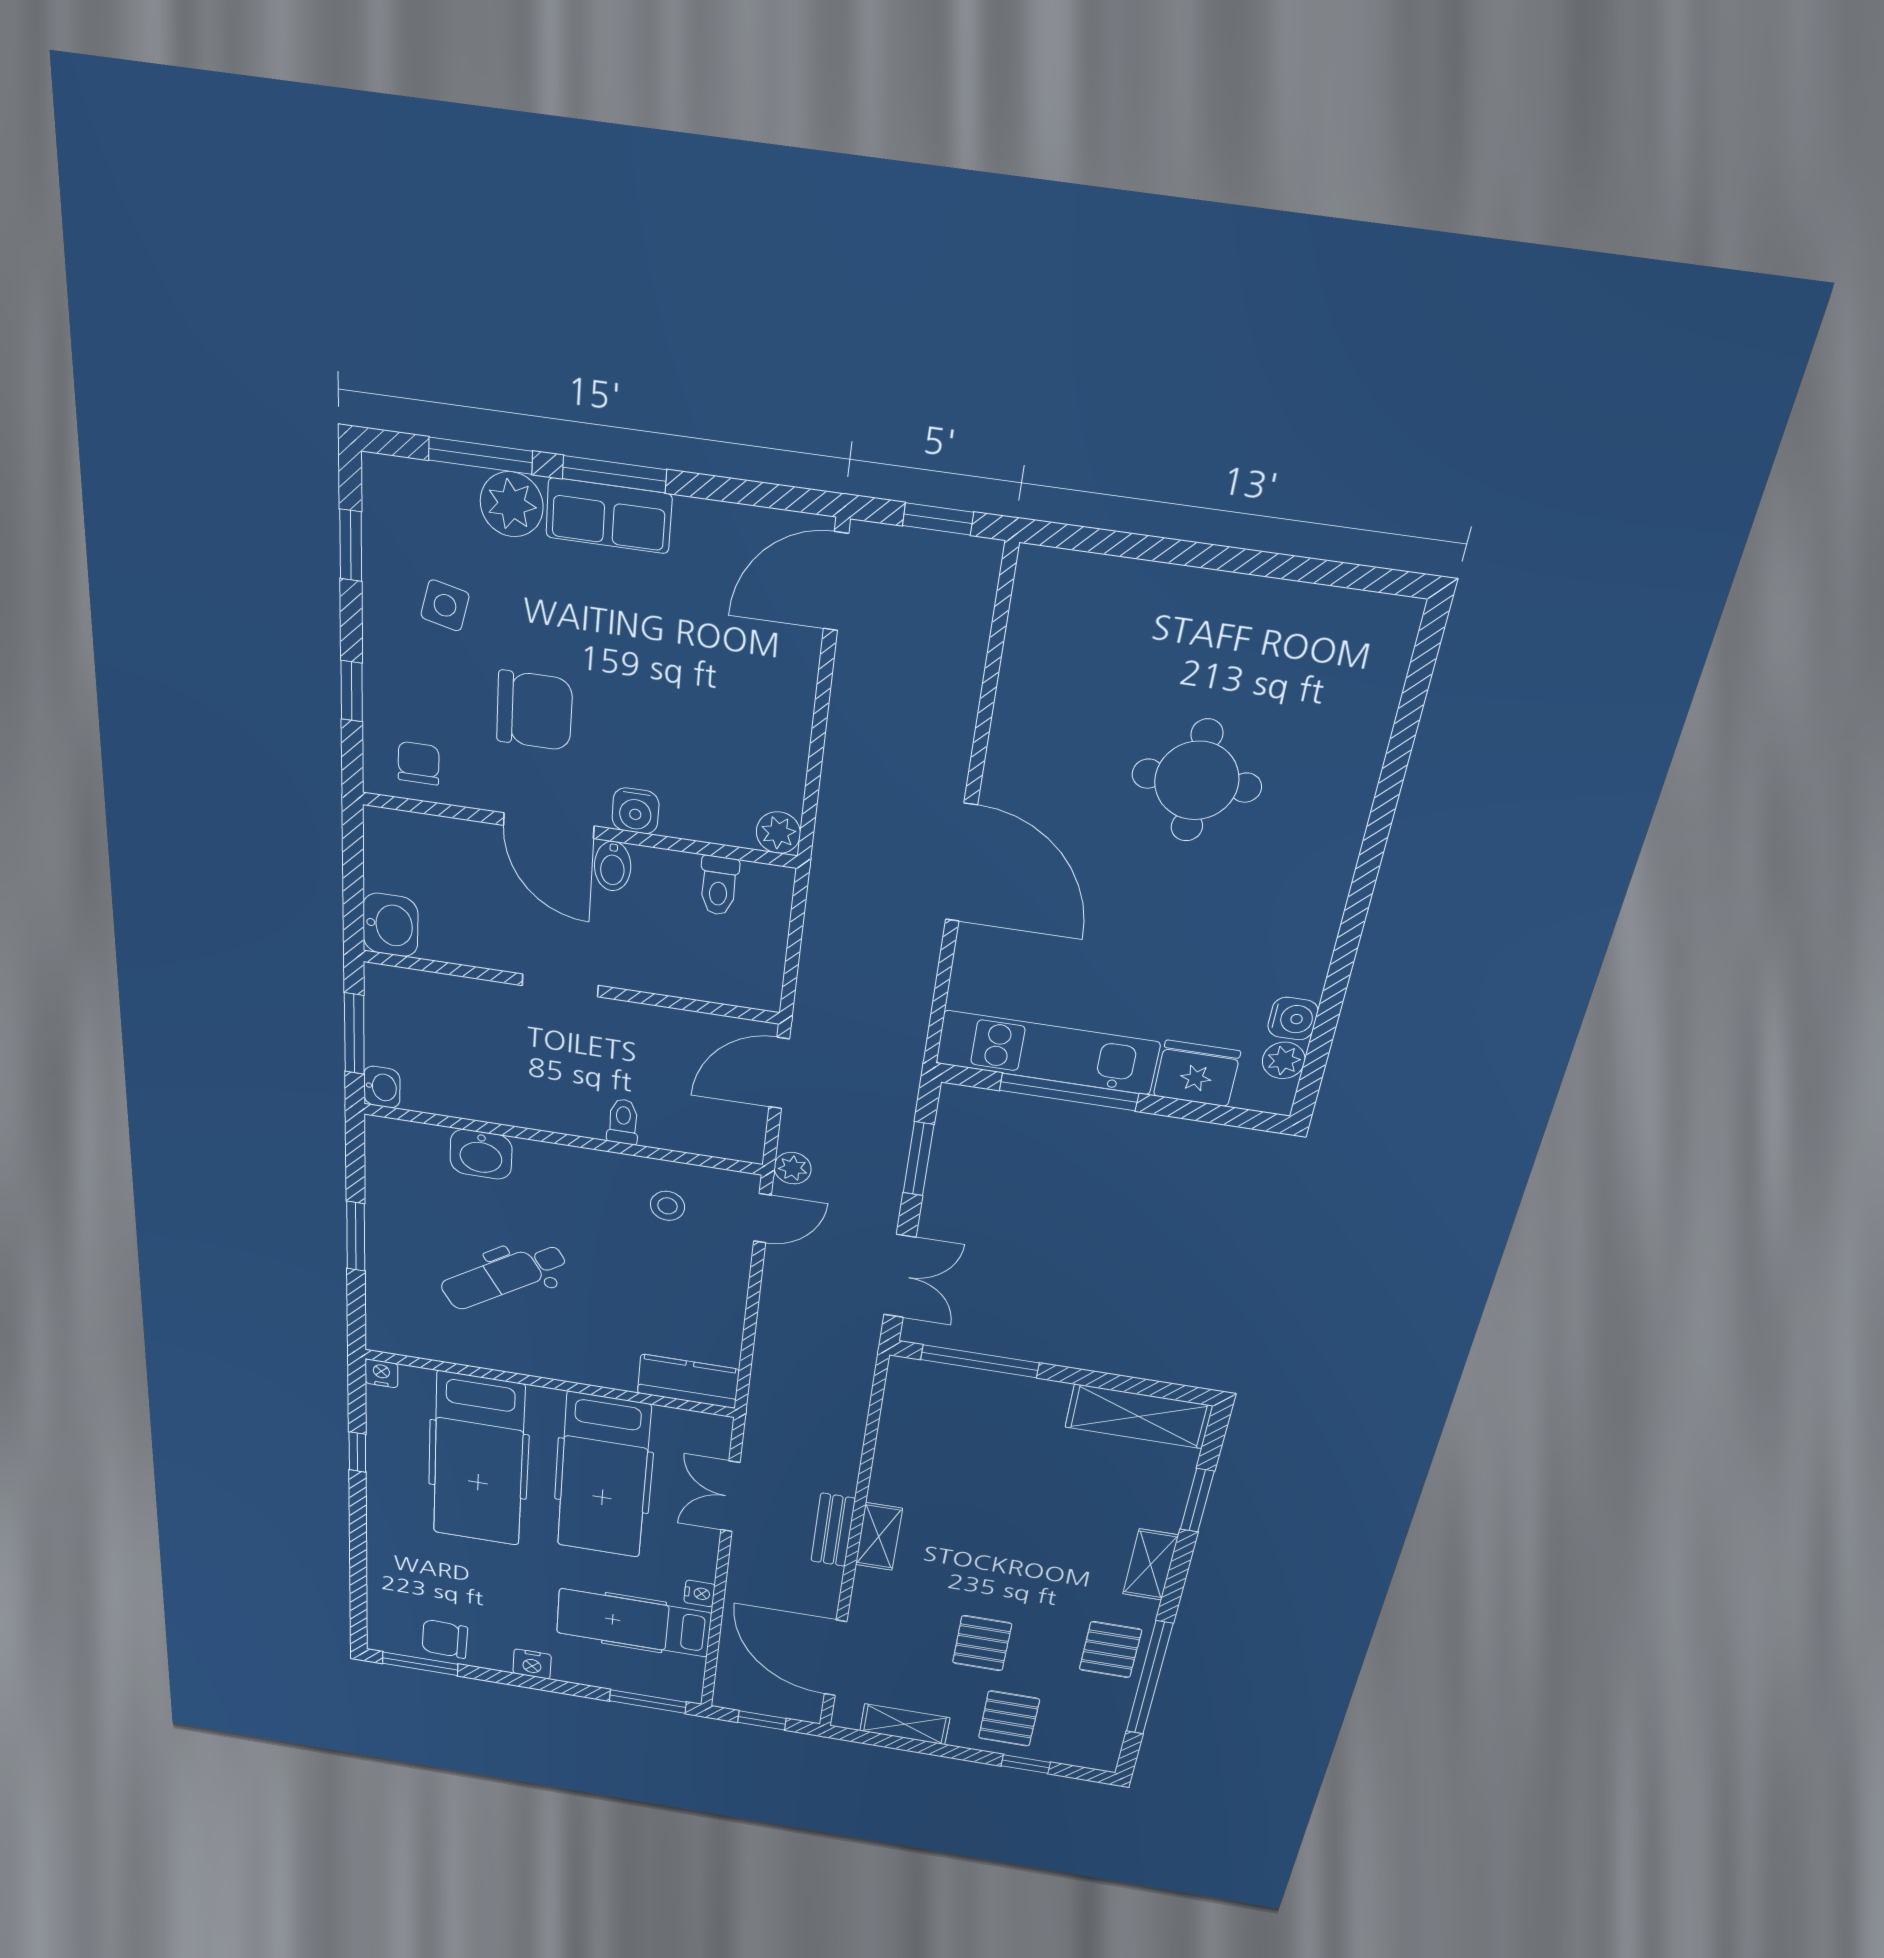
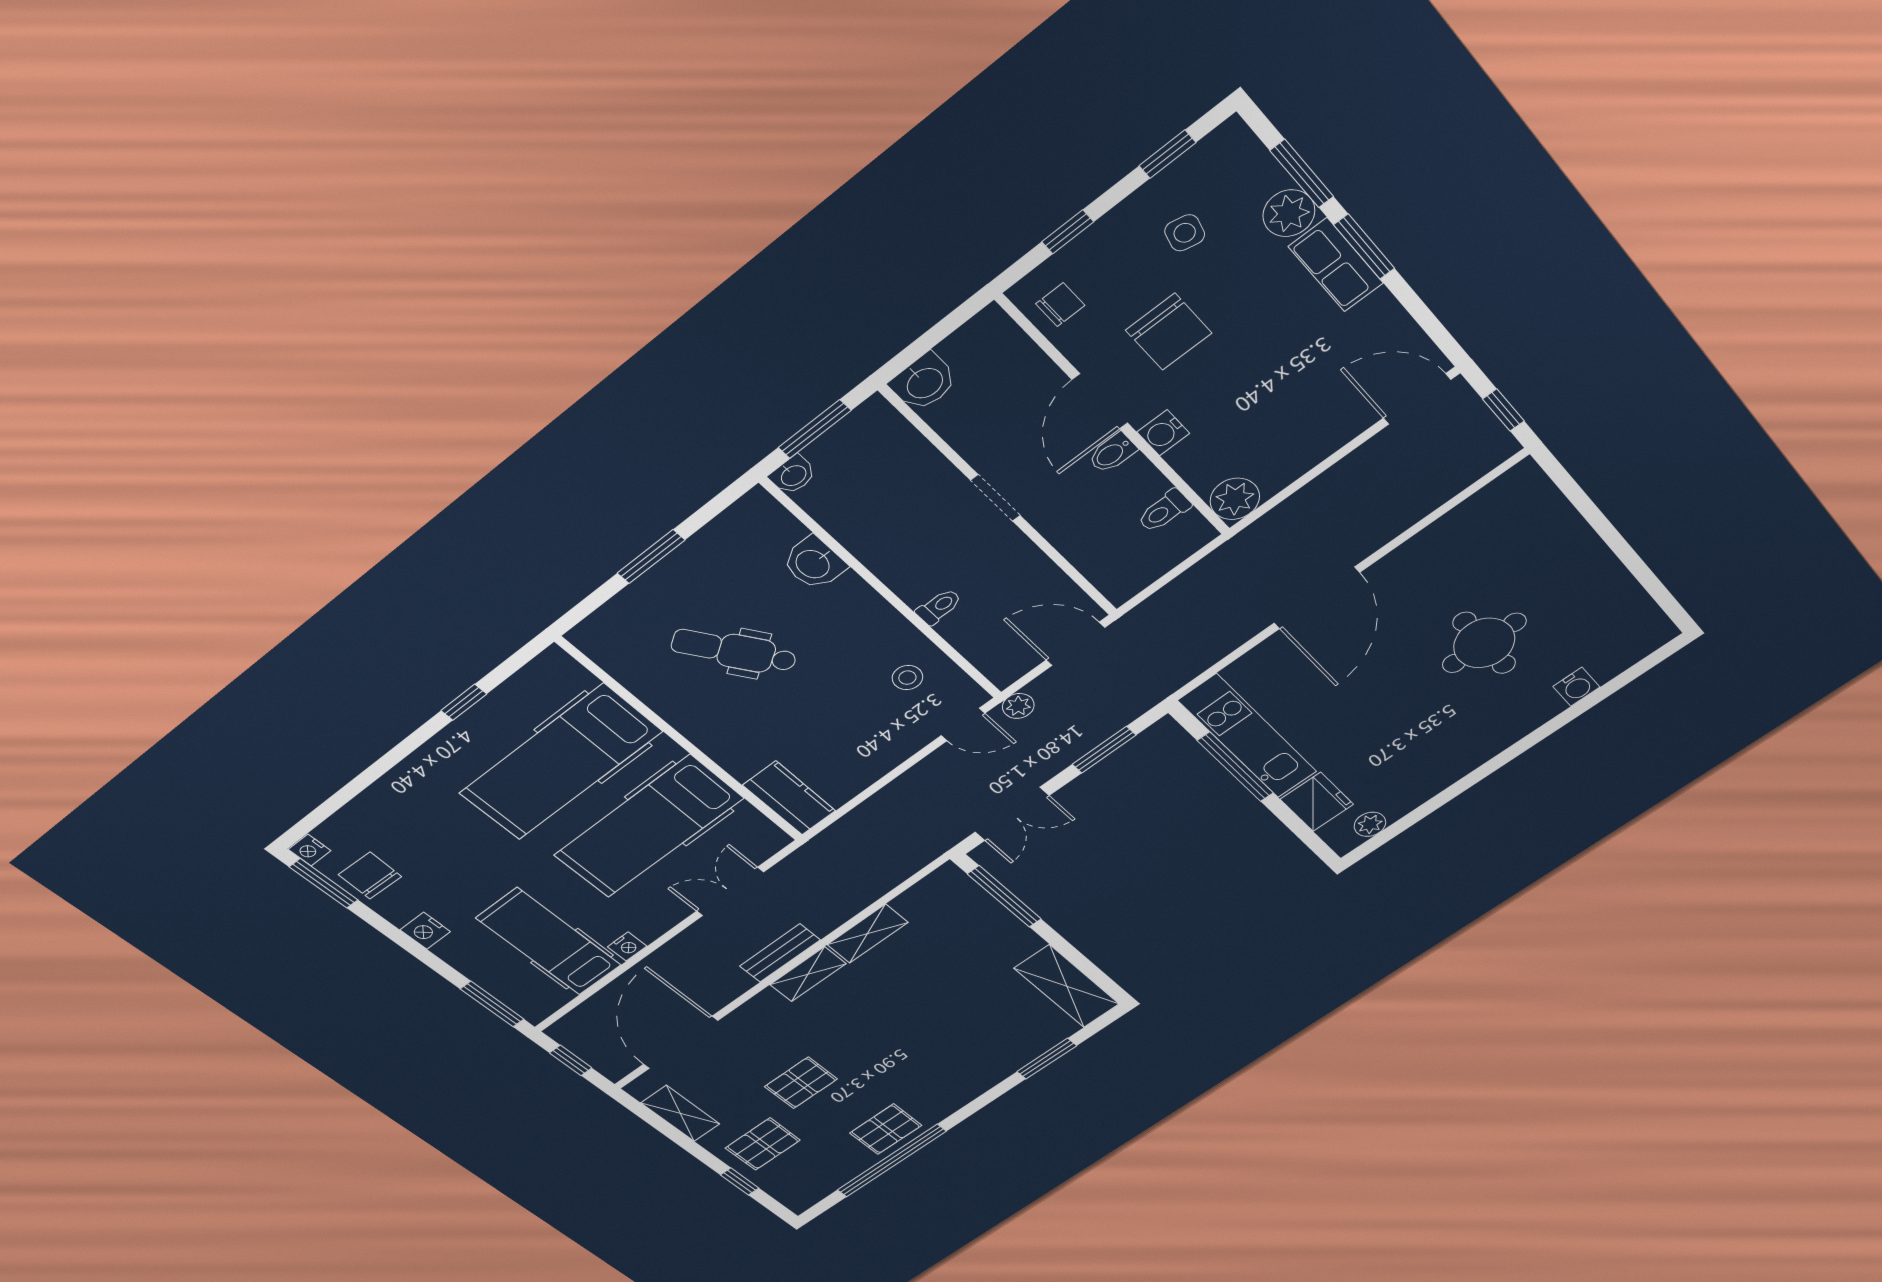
plant: (778, 833) -> (1235, 499), width x1.38, depth x1.38
water cooler: (1293, 1019) -> (1576, 687), moved
nightstand: (381, 1373) -> (309, 850), moved, turned 180
shelving: (1151, 1565) -> (868, 934), moved

